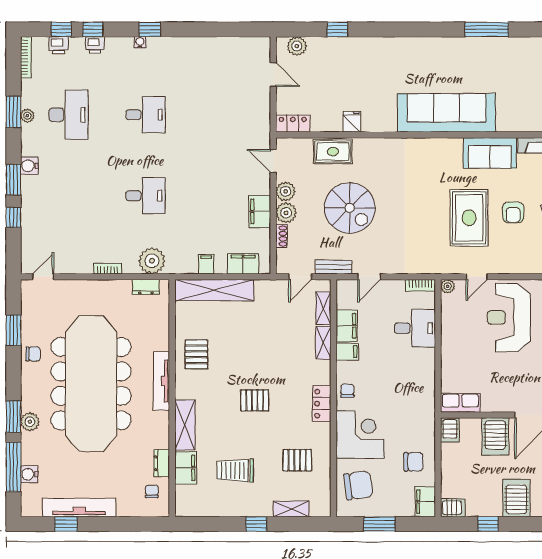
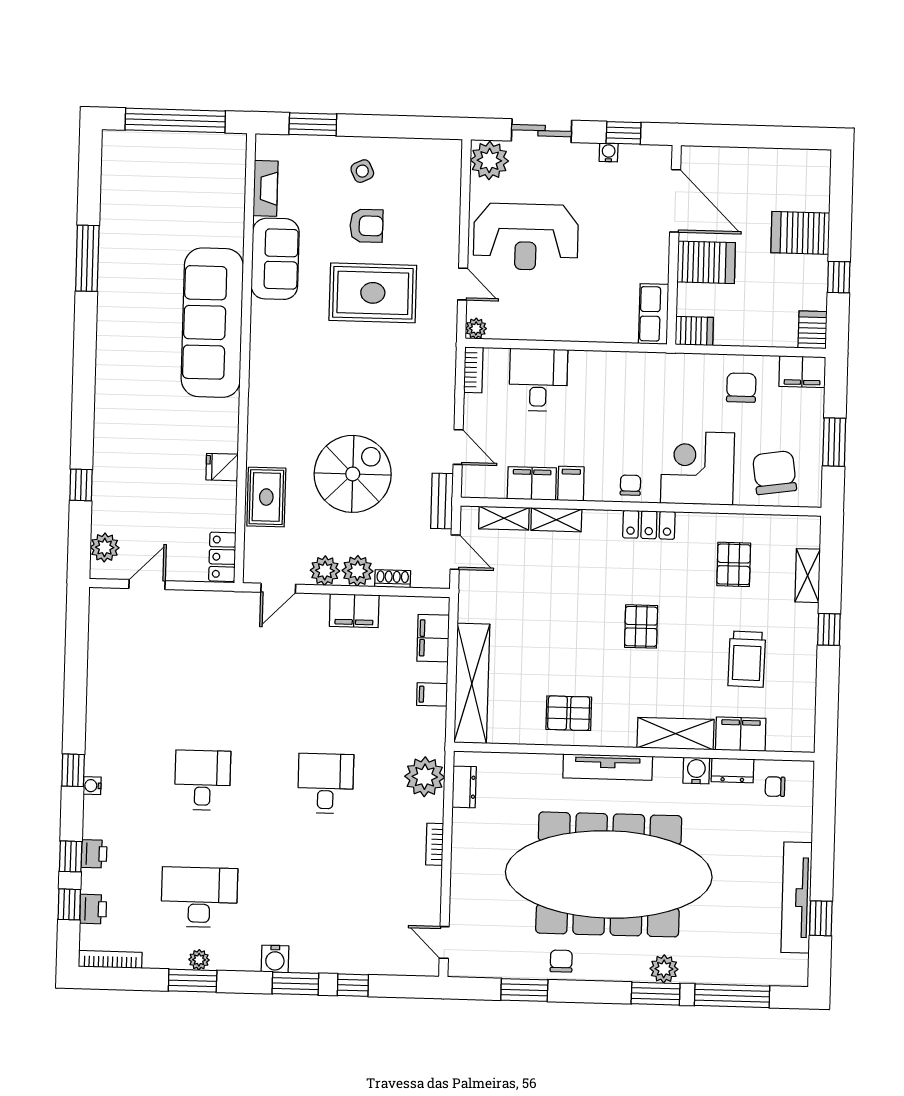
chair: (347, 391) -> (630, 485), turned 90
water cooler: (29, 474) -> (696, 771), moved, turned 180

